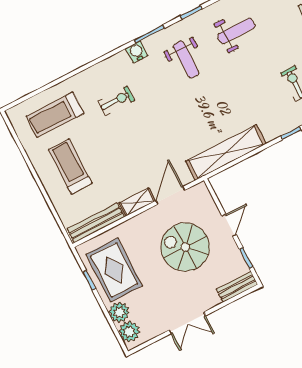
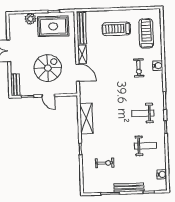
weight bench: (236, 31) -> (145, 146), turned -90
water cooler: (137, 52) -> (158, 66), moved
shelving: (226, 152) -> (86, 118), width x0.68
treadmill: (70, 166) -> (116, 29), turned 180
plant: (129, 332) -> (18, 19), removed

